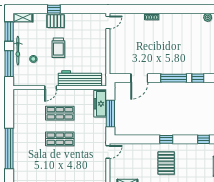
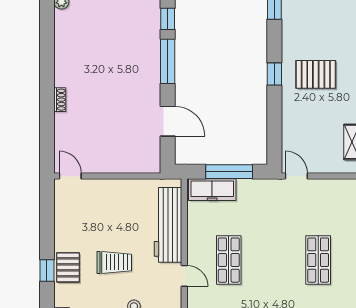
shop shelf: (60, 139) -> (318, 260), moved

